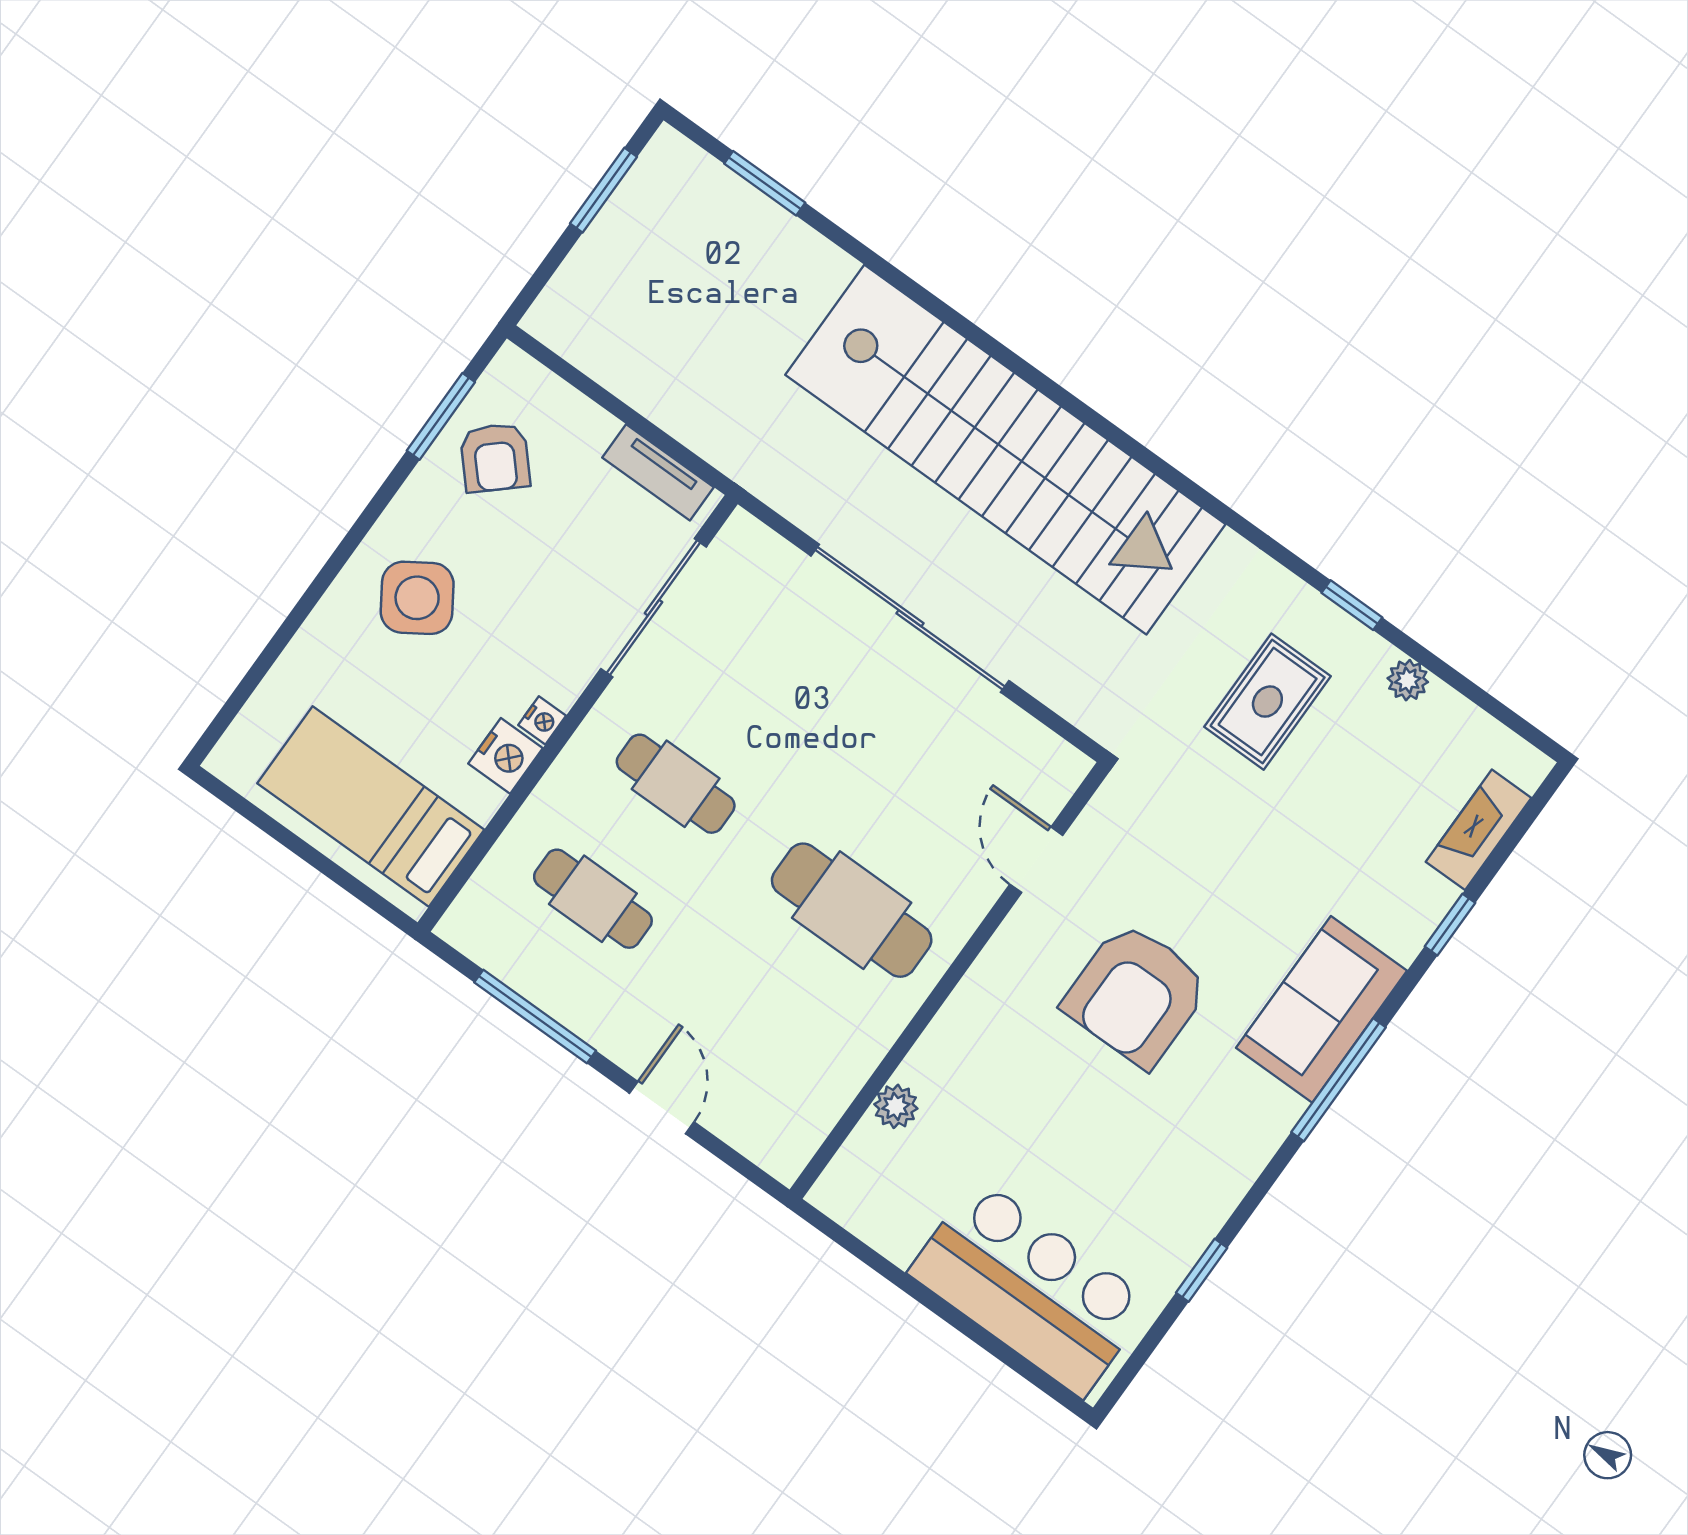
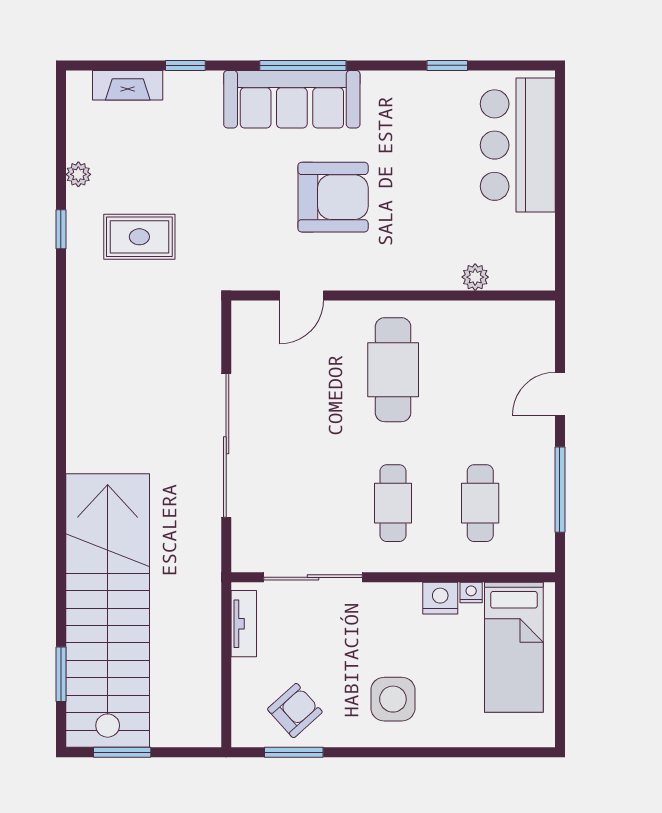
stairs: (1005, 450) -> (108, 611), moved
side table: (417, 598) -> (393, 699), turned 33
nightstand: (542, 720) -> (471, 593), moved
sofa: (1322, 1009) -> (292, 99), width x1.36

